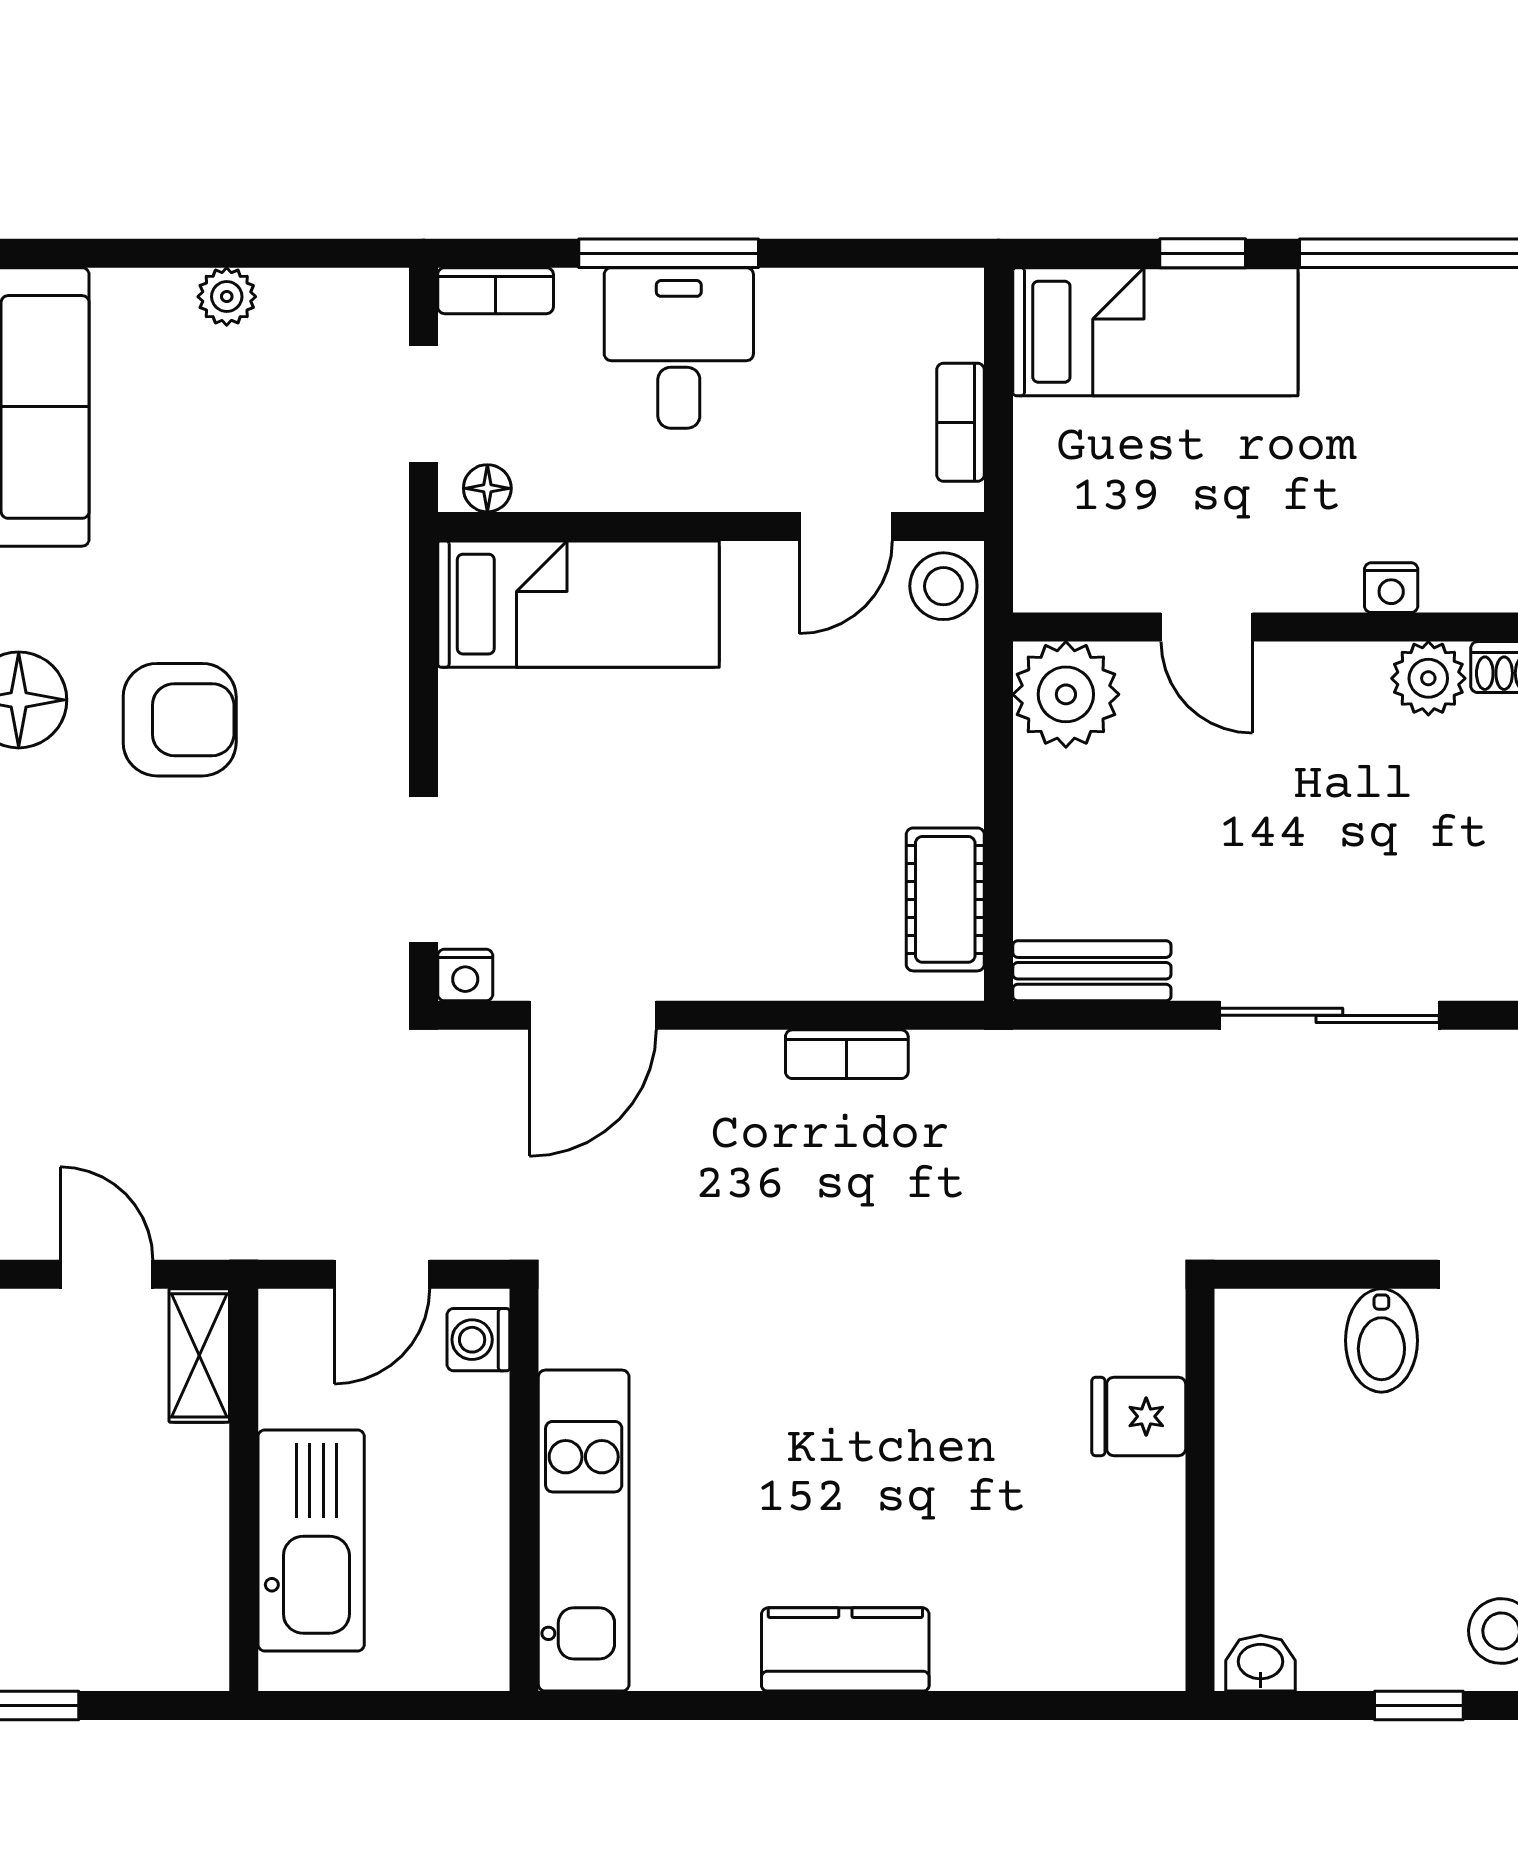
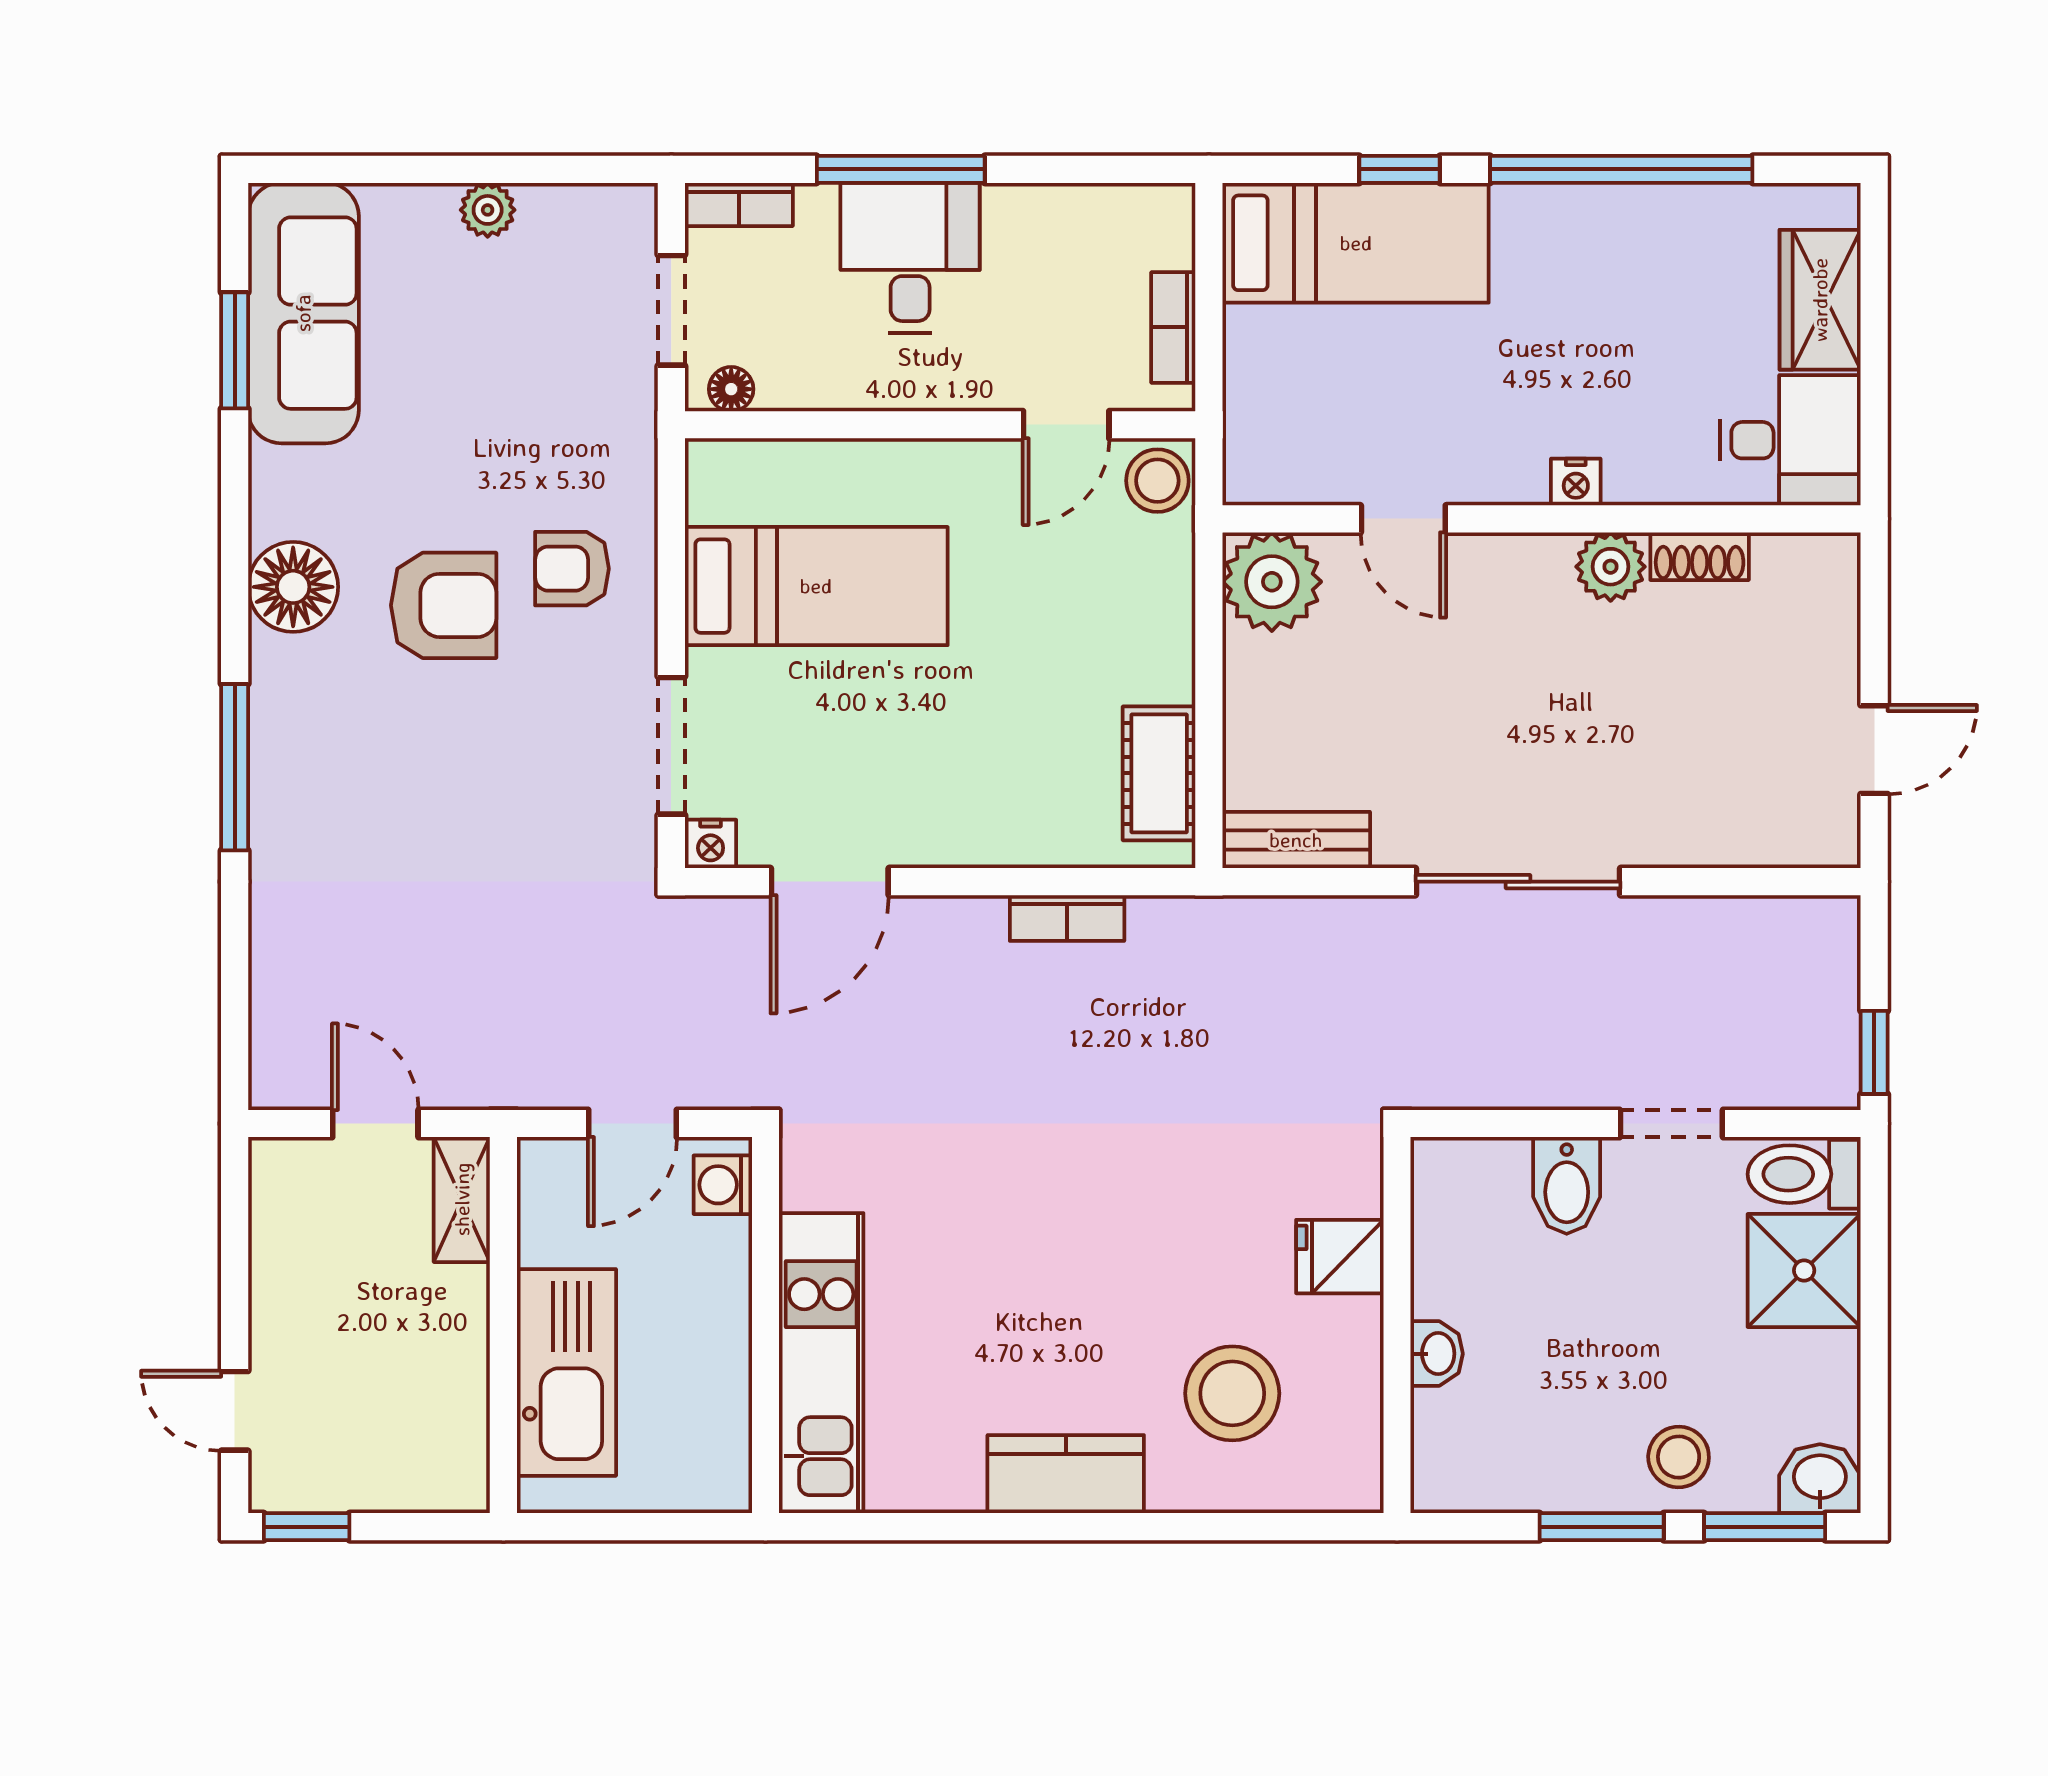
bed: (578, 604) -> (816, 586), moved
armchair: (317, 680) -> (572, 569), added
stool: (1024, 1563) -> (1232, 1393), added
washbasin: (1260, 1663) -> (1437, 1354), moved, turned 90
window: (1419, 1706) -> (1602, 1527), width x1.50

